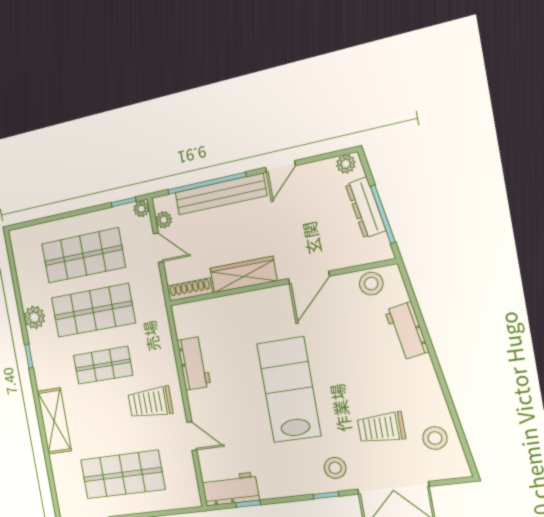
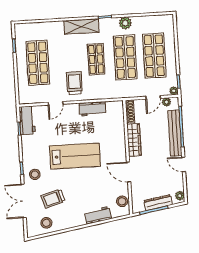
shelving: (54, 421) -> (81, 26), moved
trolley: (381, 428) -> (53, 199), turned -107

